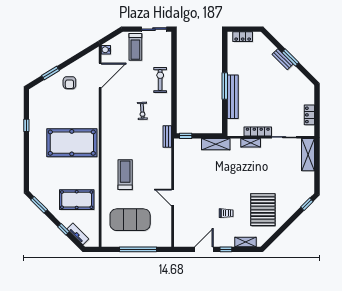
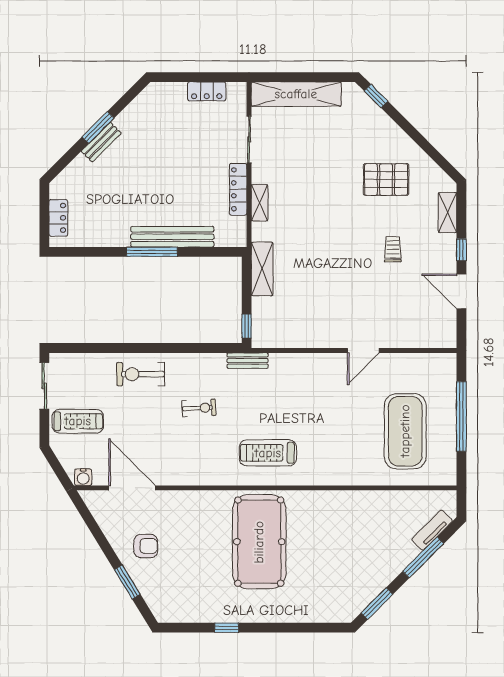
shelving: (308, 155) -> (296, 94), width x1.47
treadmill: (125, 175) -> (268, 453), moved
pool table: (77, 200) -> (367, 532), removed
pallet: (263, 210) -> (386, 180), width x0.73, depth x0.71
window: (64, 229) -> (423, 557), width x2.17

